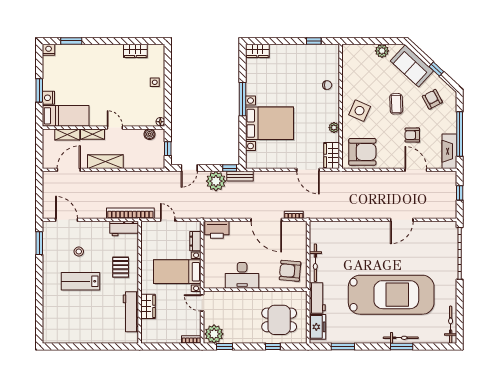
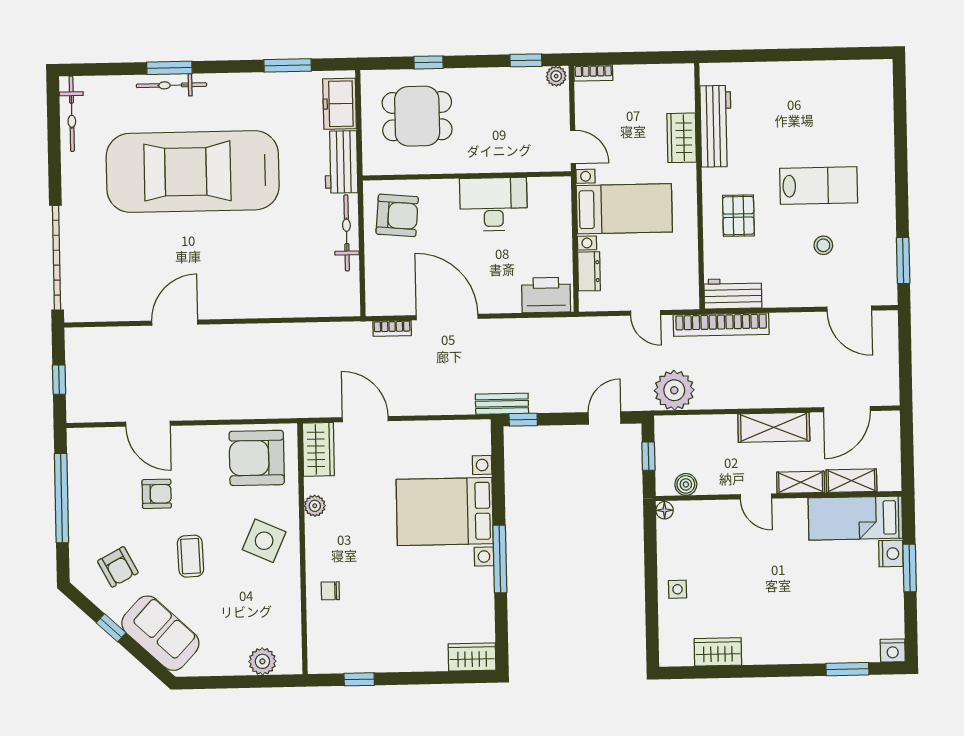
plant: (382, 51) -> (262, 661), moved
fireplace: (449, 151) -> (82, 463), removed
plant: (216, 181) -> (674, 390), moved
plant: (214, 334) -> (556, 76), width x0.53, depth x0.53

